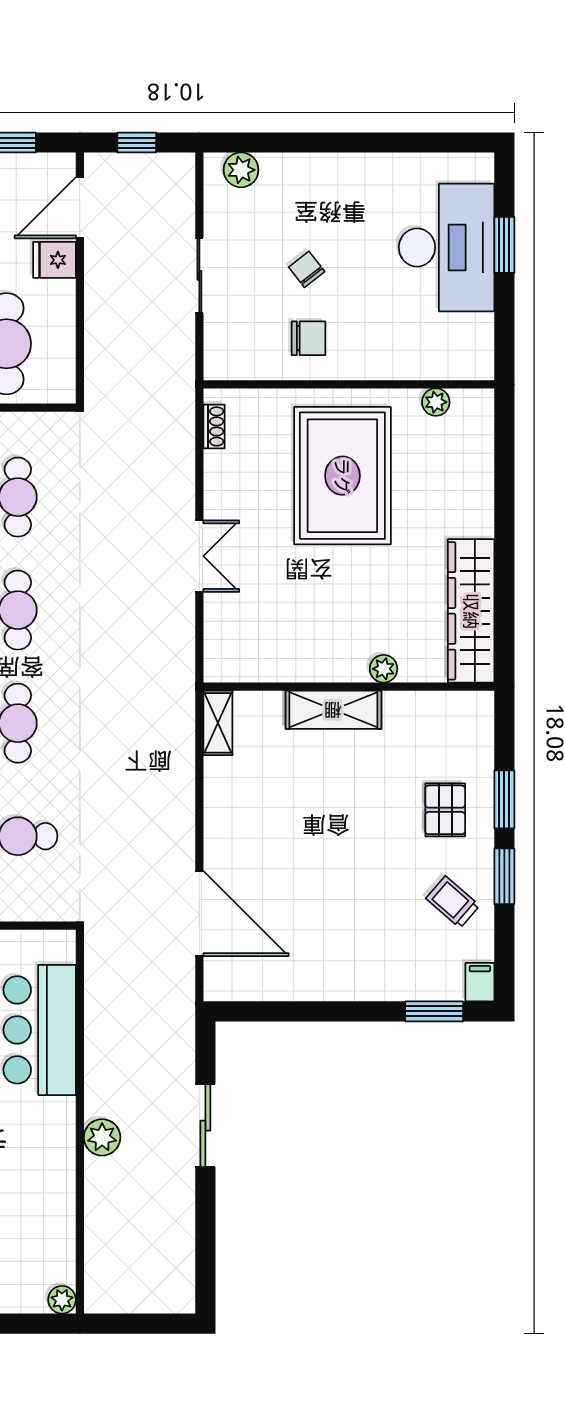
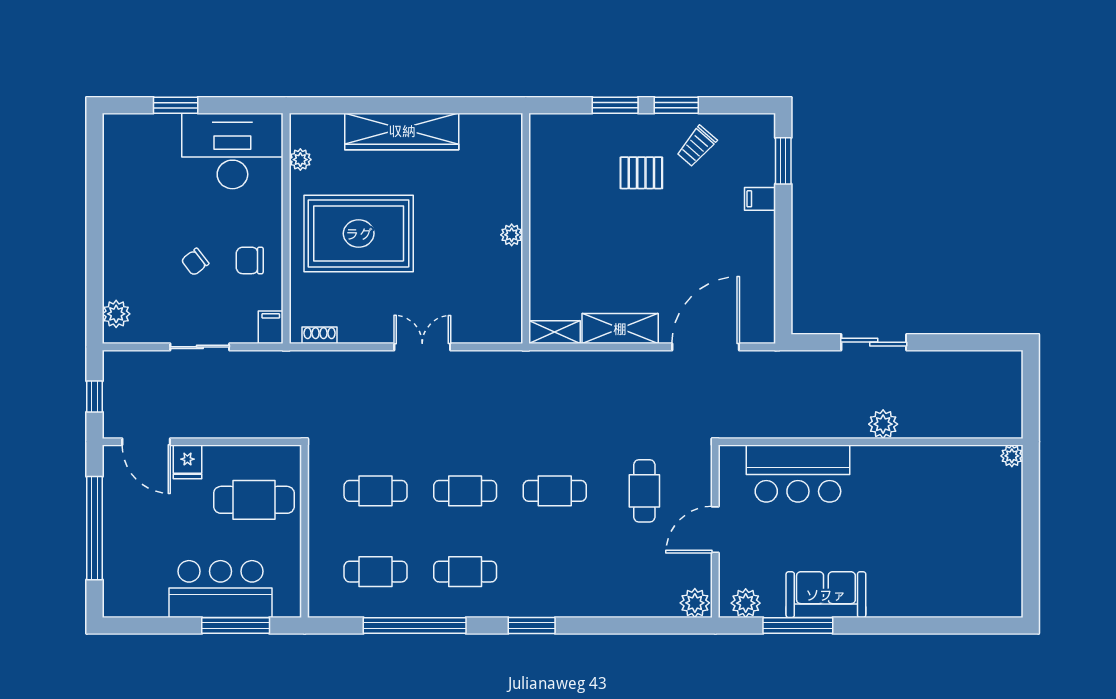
desk: (447, 247) -> (232, 151), moved
chair: (308, 338) -> (250, 260), turned -90
filing cabinet: (224, 365) -> (271, 327), added
wardrobe: (471, 611) -> (402, 131), moved
plant: (384, 669) -> (512, 235), moved
shelving: (333, 710) -> (620, 329), moved, turned 90
pallet: (445, 810) -> (641, 173), moved
filing cabinet: (480, 982) -> (760, 199), moved

